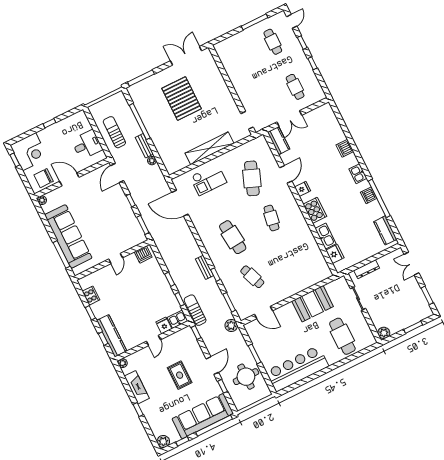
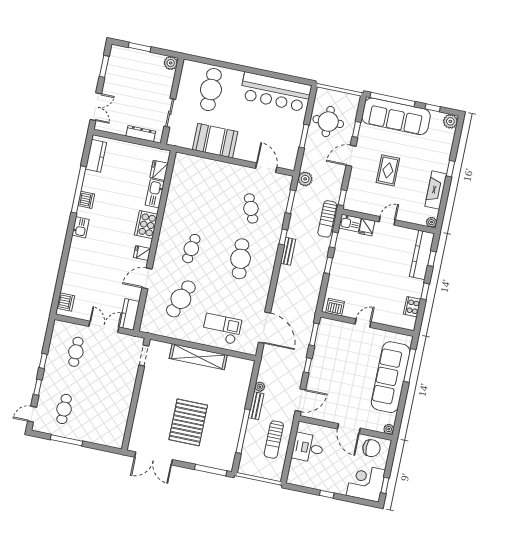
dishwasher: (345, 148) -> (66, 302), moved

